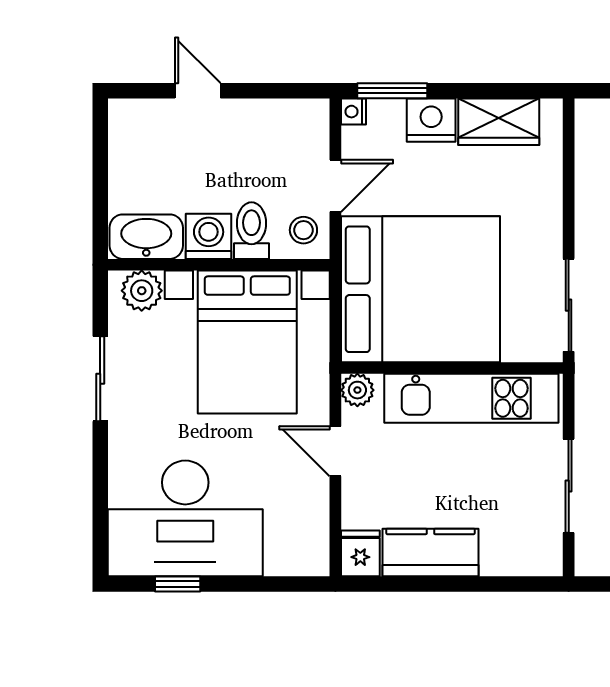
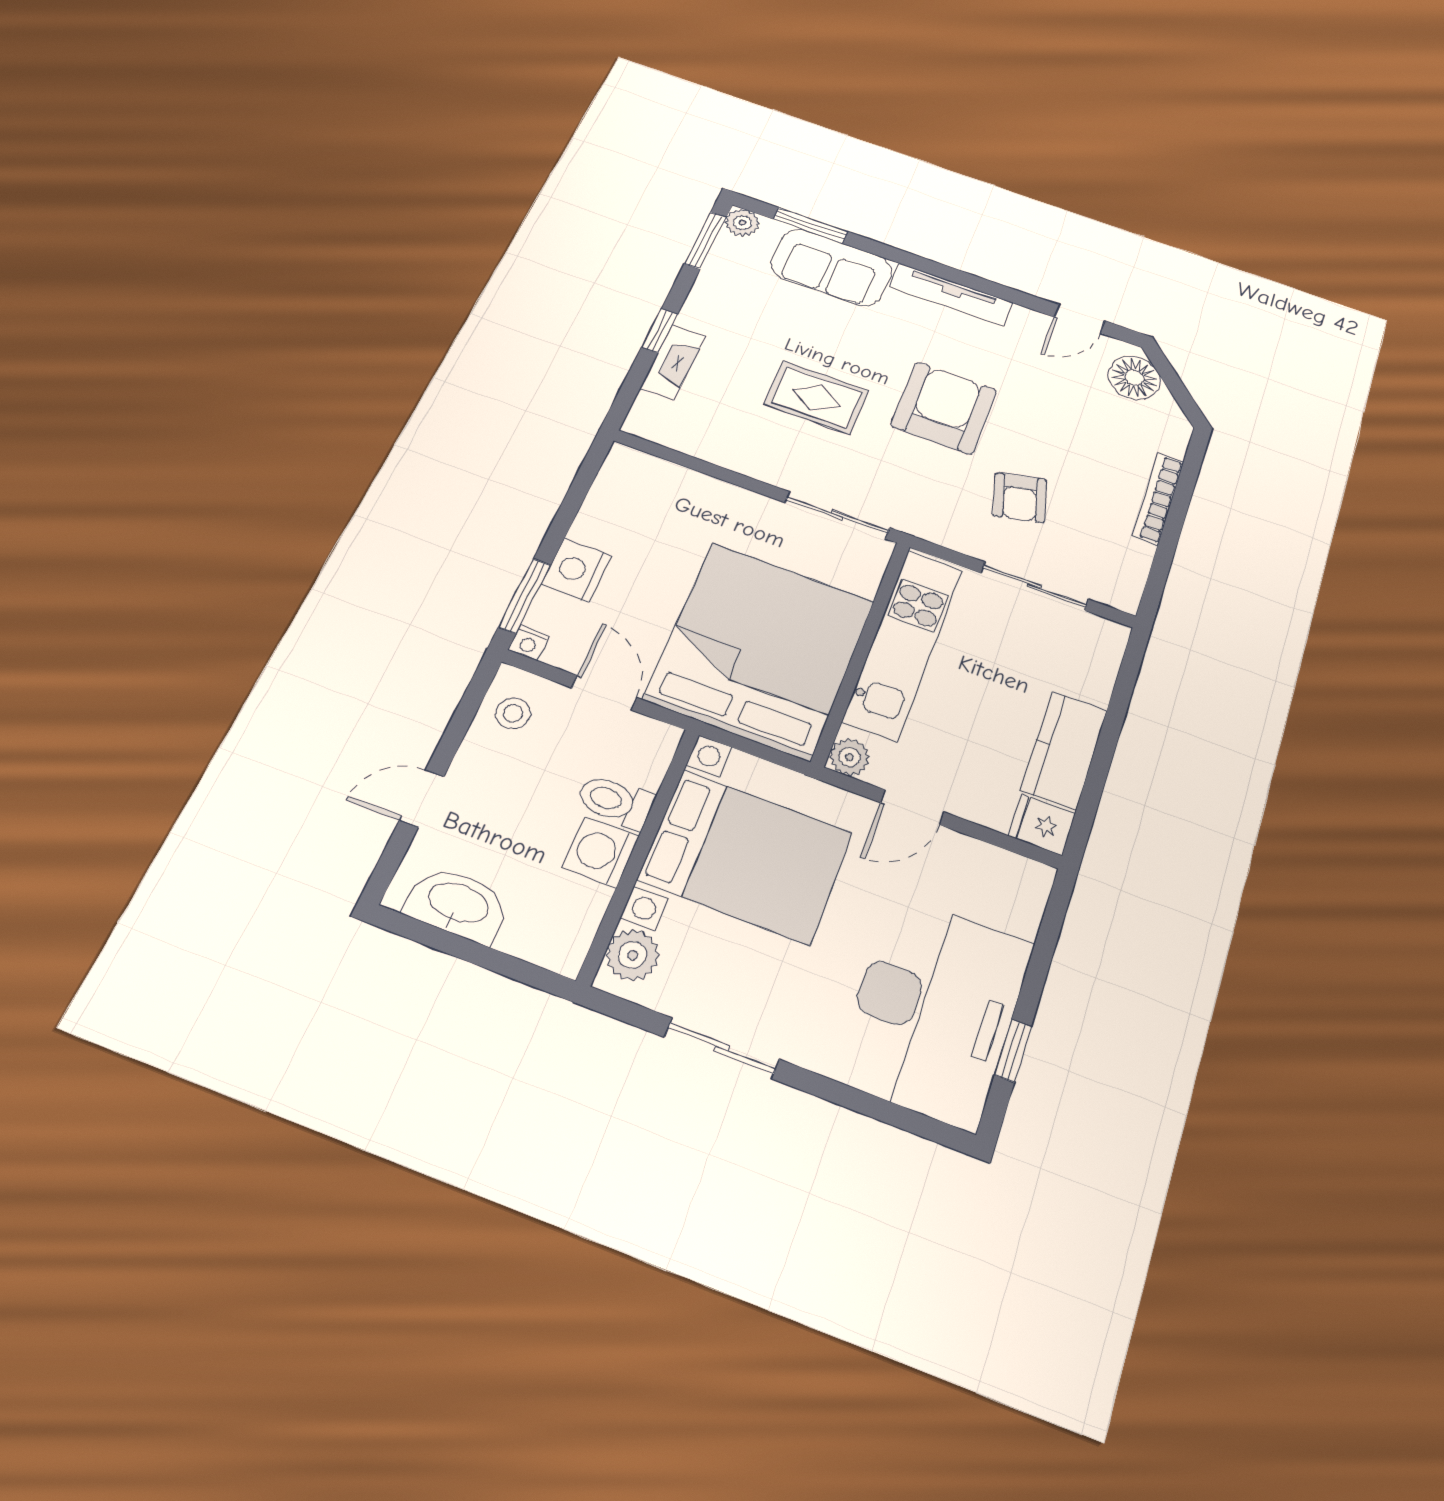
wardrobe: (499, 122) -> (610, 507), removed
stool: (303, 230) -> (513, 713), moved
washbasin: (146, 237) -> (458, 904), moved, turned 90

